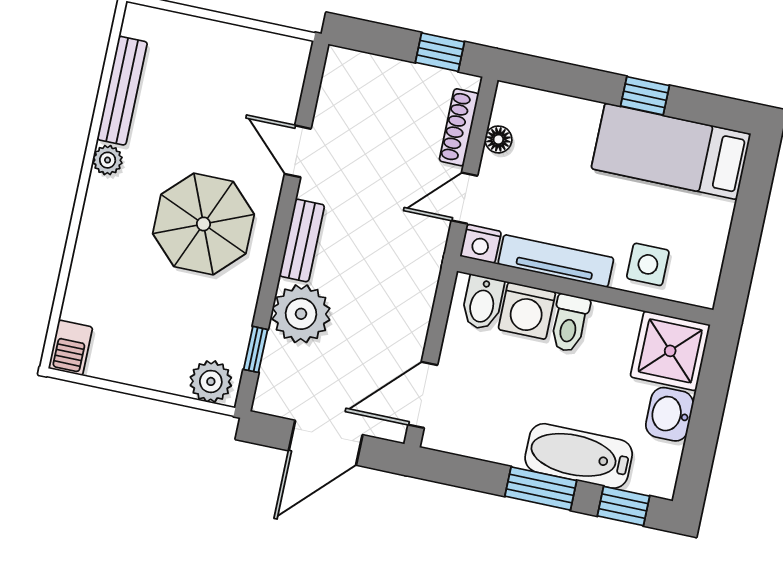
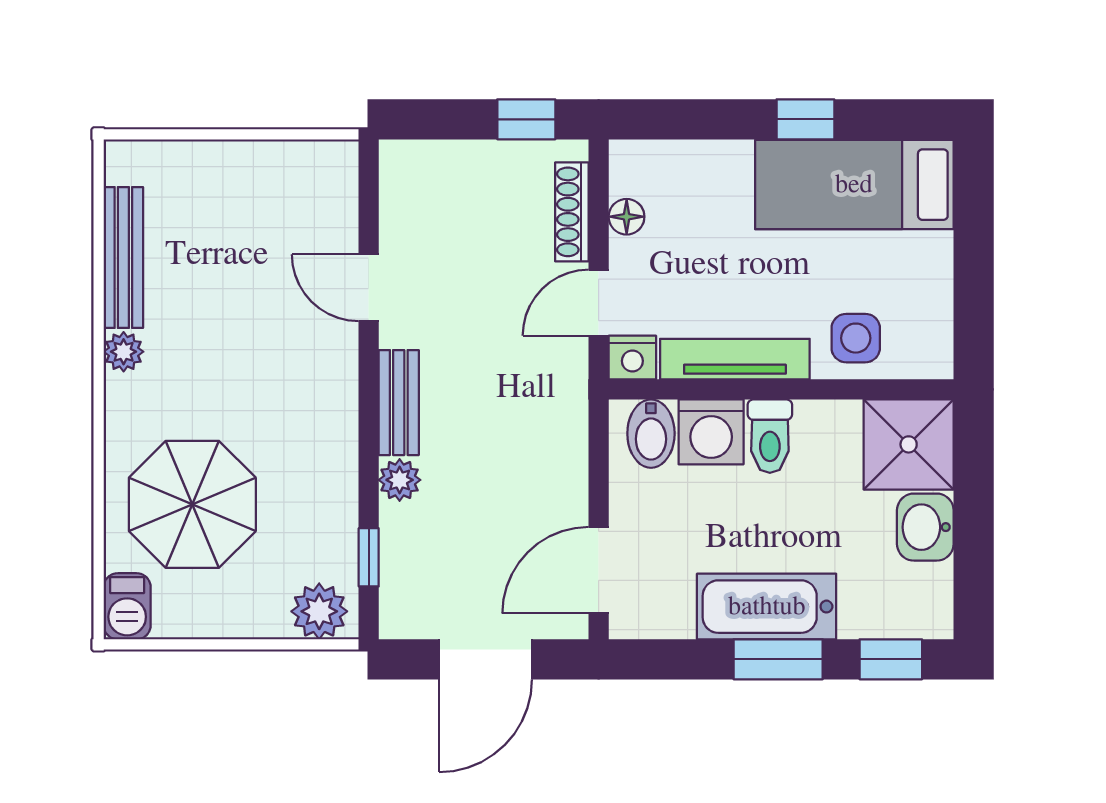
parasol: (203, 224) -> (192, 504), moved
plant: (301, 314) -> (400, 480), width x0.53, depth x0.53
bathtub: (579, 456) -> (767, 607), moved

